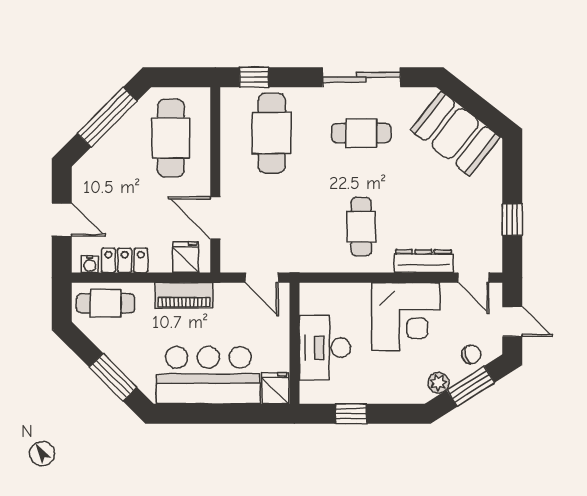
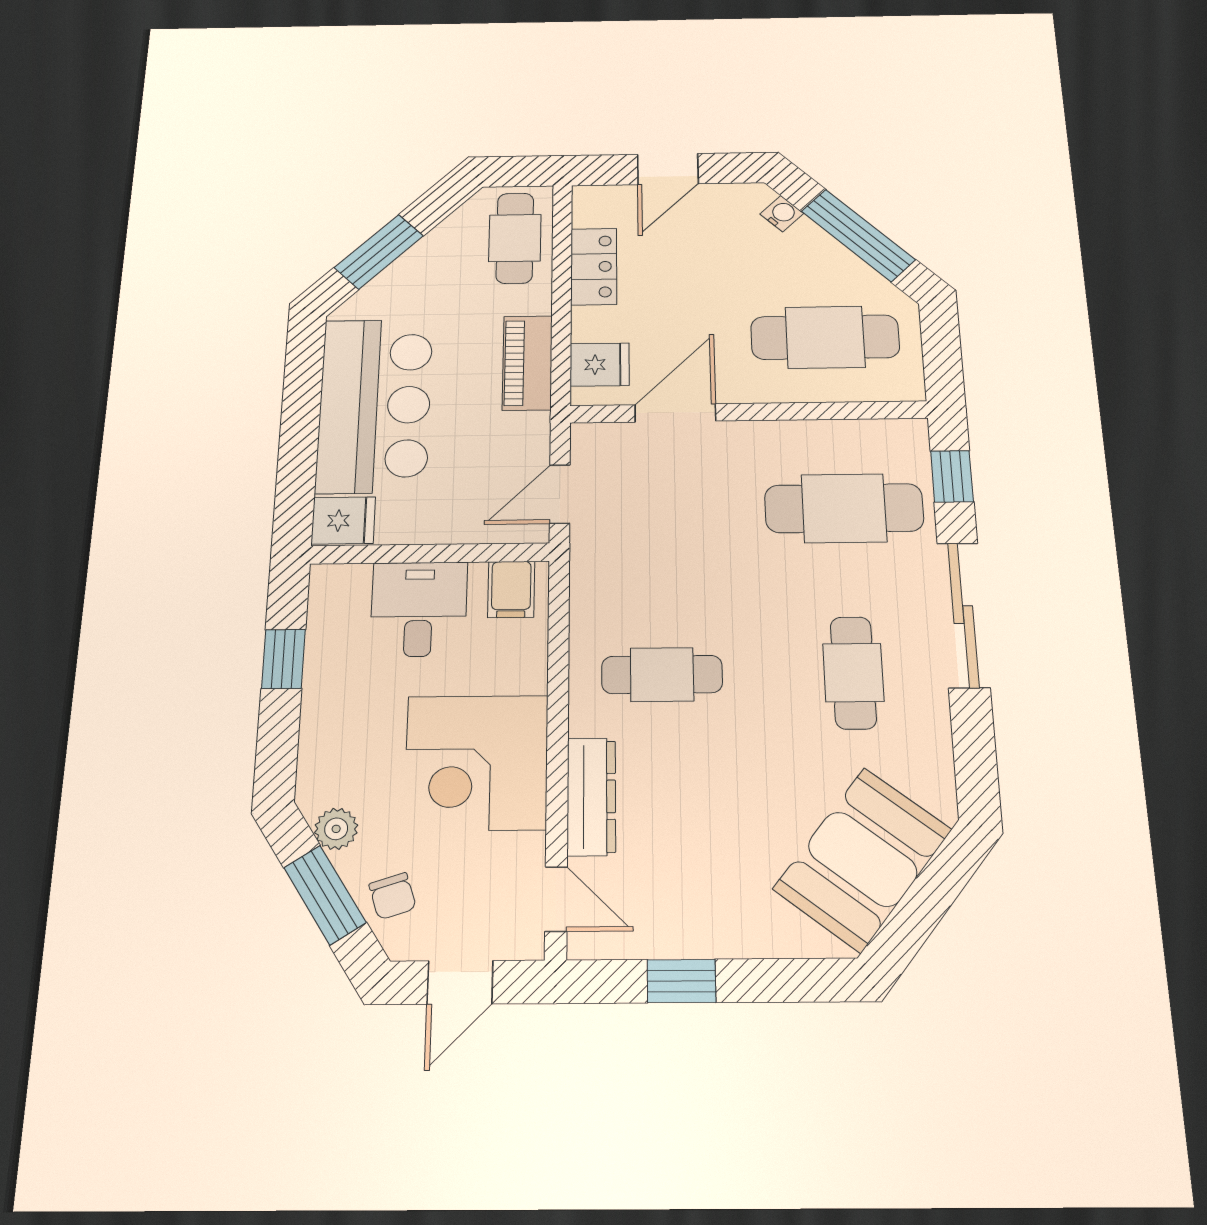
sliding door: (361, 77) -> (963, 615), moved
water cooler: (90, 264) -> (782, 214), moved, turned 135
door: (473, 278) -> (556, 899), swing flipped
filing cabinet: (315, 302) -> (511, 589), added
desk: (325, 348) -> (419, 609), width x0.73

